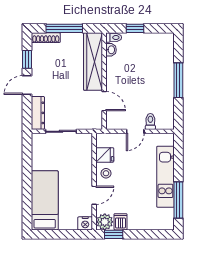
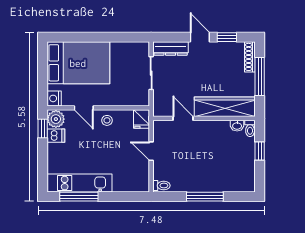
door: (104, 101) -> (183, 118), swing flipped
toilet: (150, 122) -> (161, 186), moved
fridge: (105, 155) -> (141, 119), moved
kitchen unit: (165, 177) -> (79, 183), moved
bed: (45, 200) -> (78, 63), width x1.50

